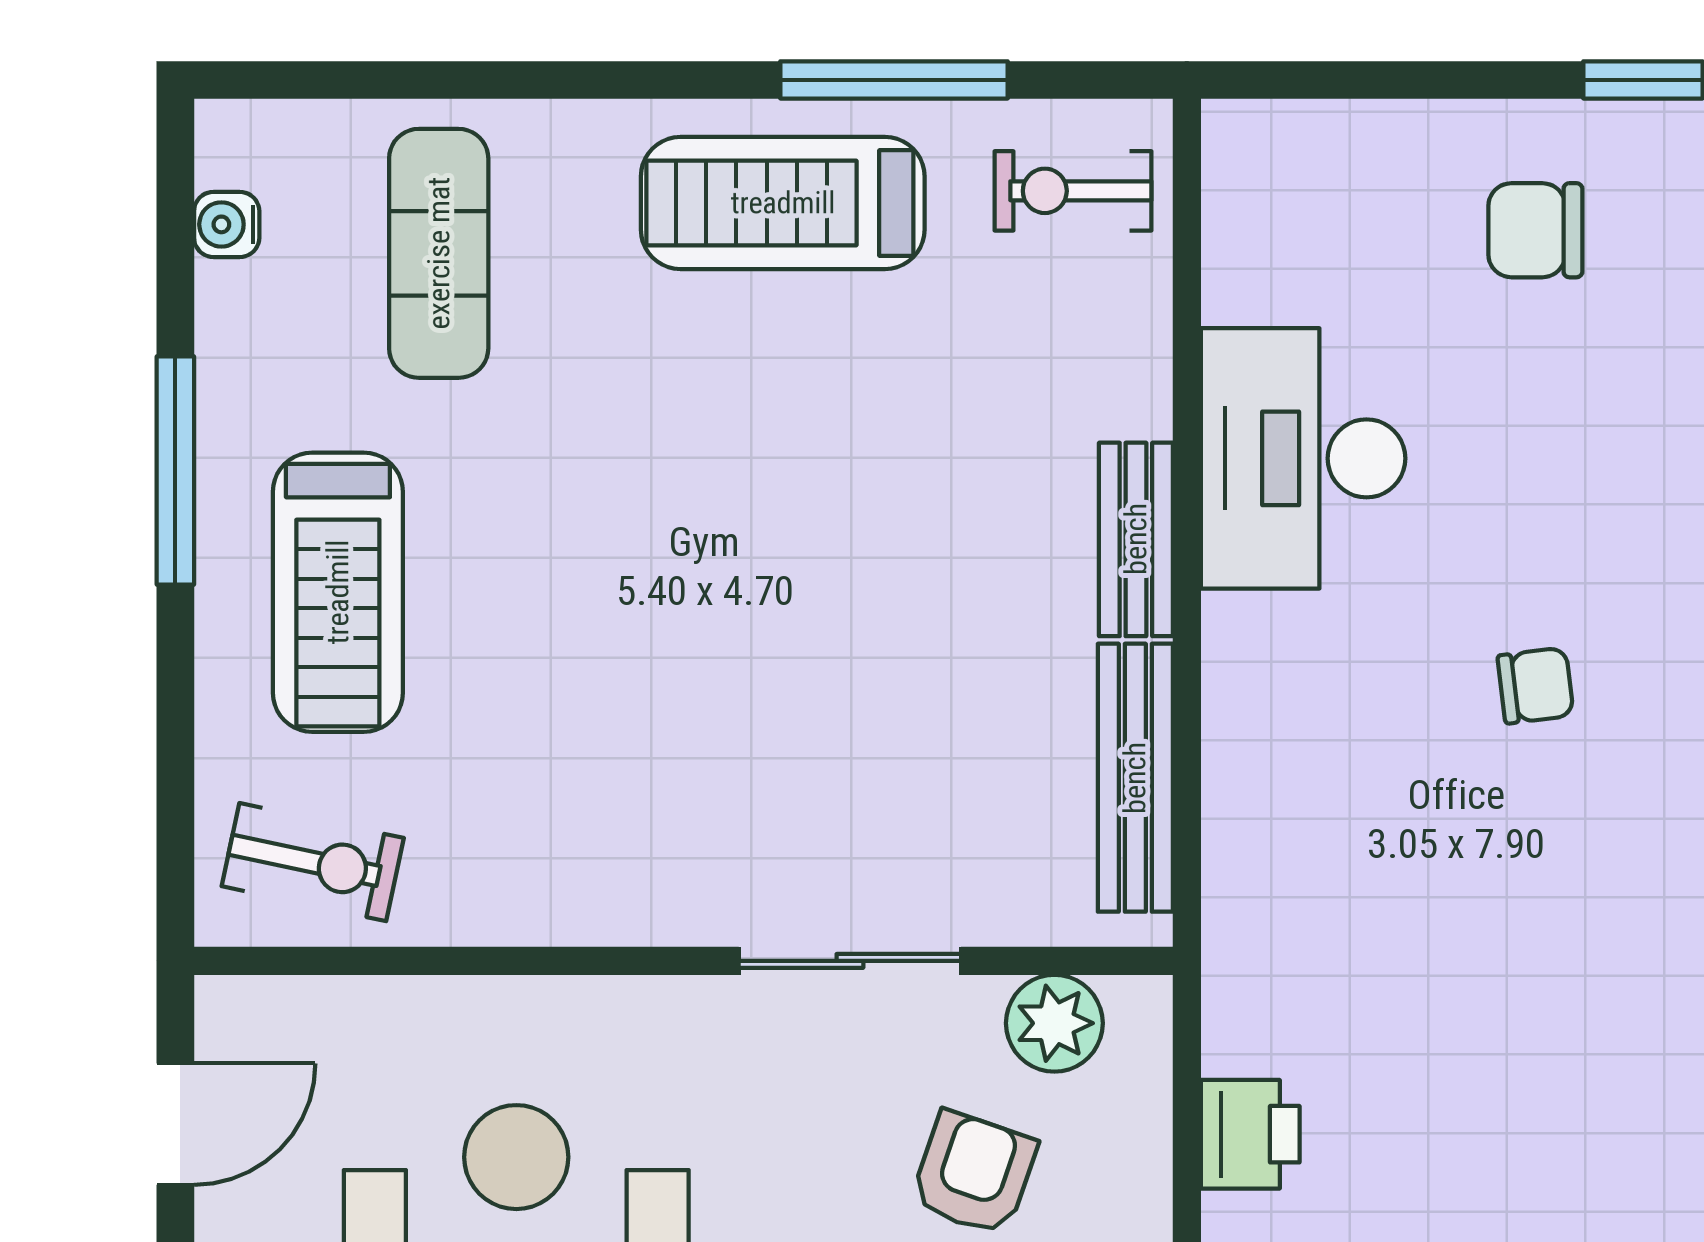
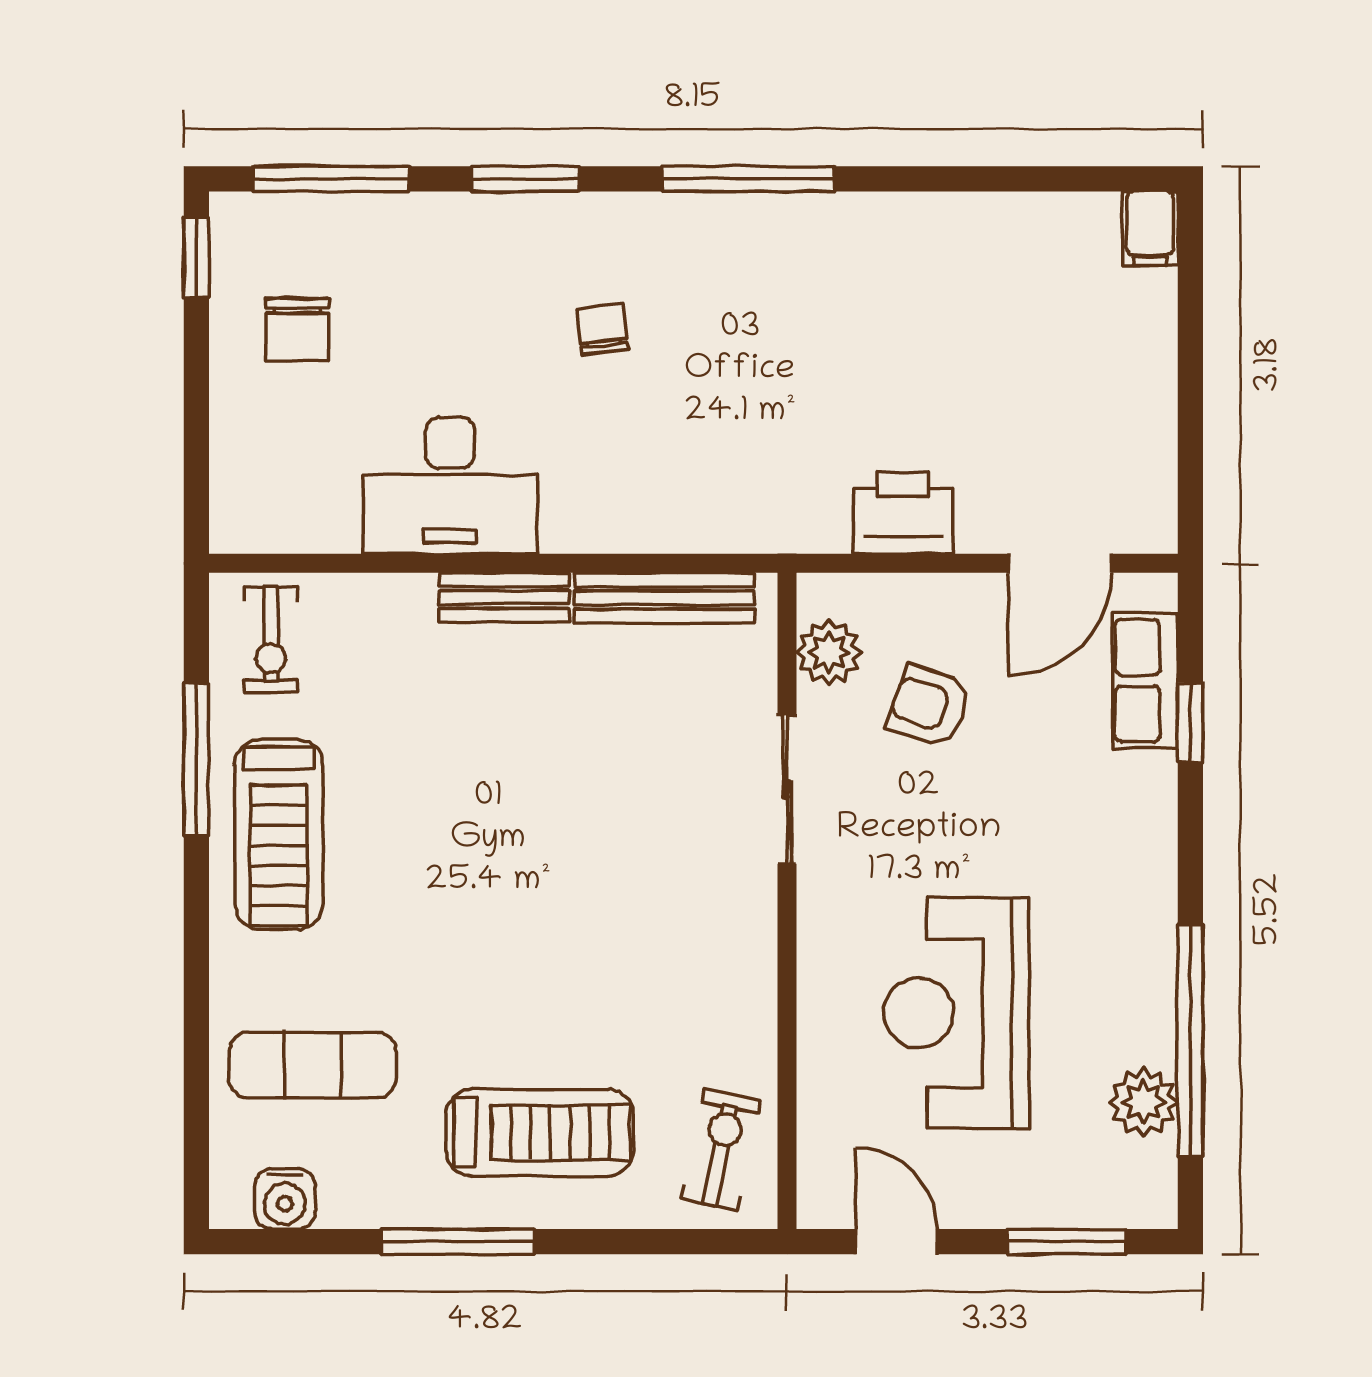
water cooler: (227, 224) -> (285, 1199), width x1.38, depth x1.38
printer: (1250, 1134) -> (903, 513), width x1.36, depth x1.24

